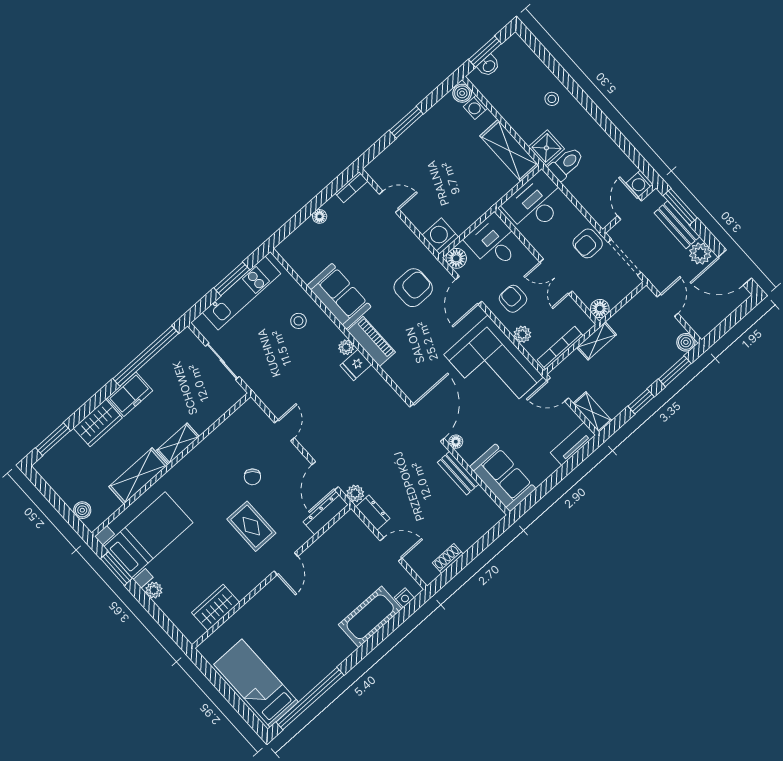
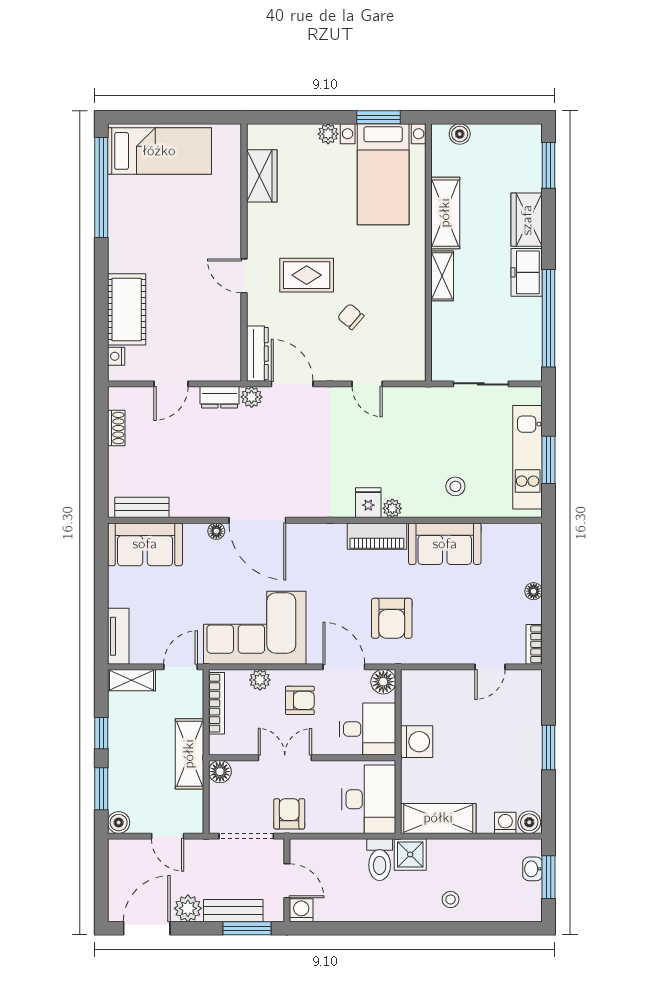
washing machine: (440, 236) -> (417, 742), moved
shelving: (597, 341) -> (189, 754), width x1.50, depth x1.33
bench: (458, 473) -> (142, 507), moved

